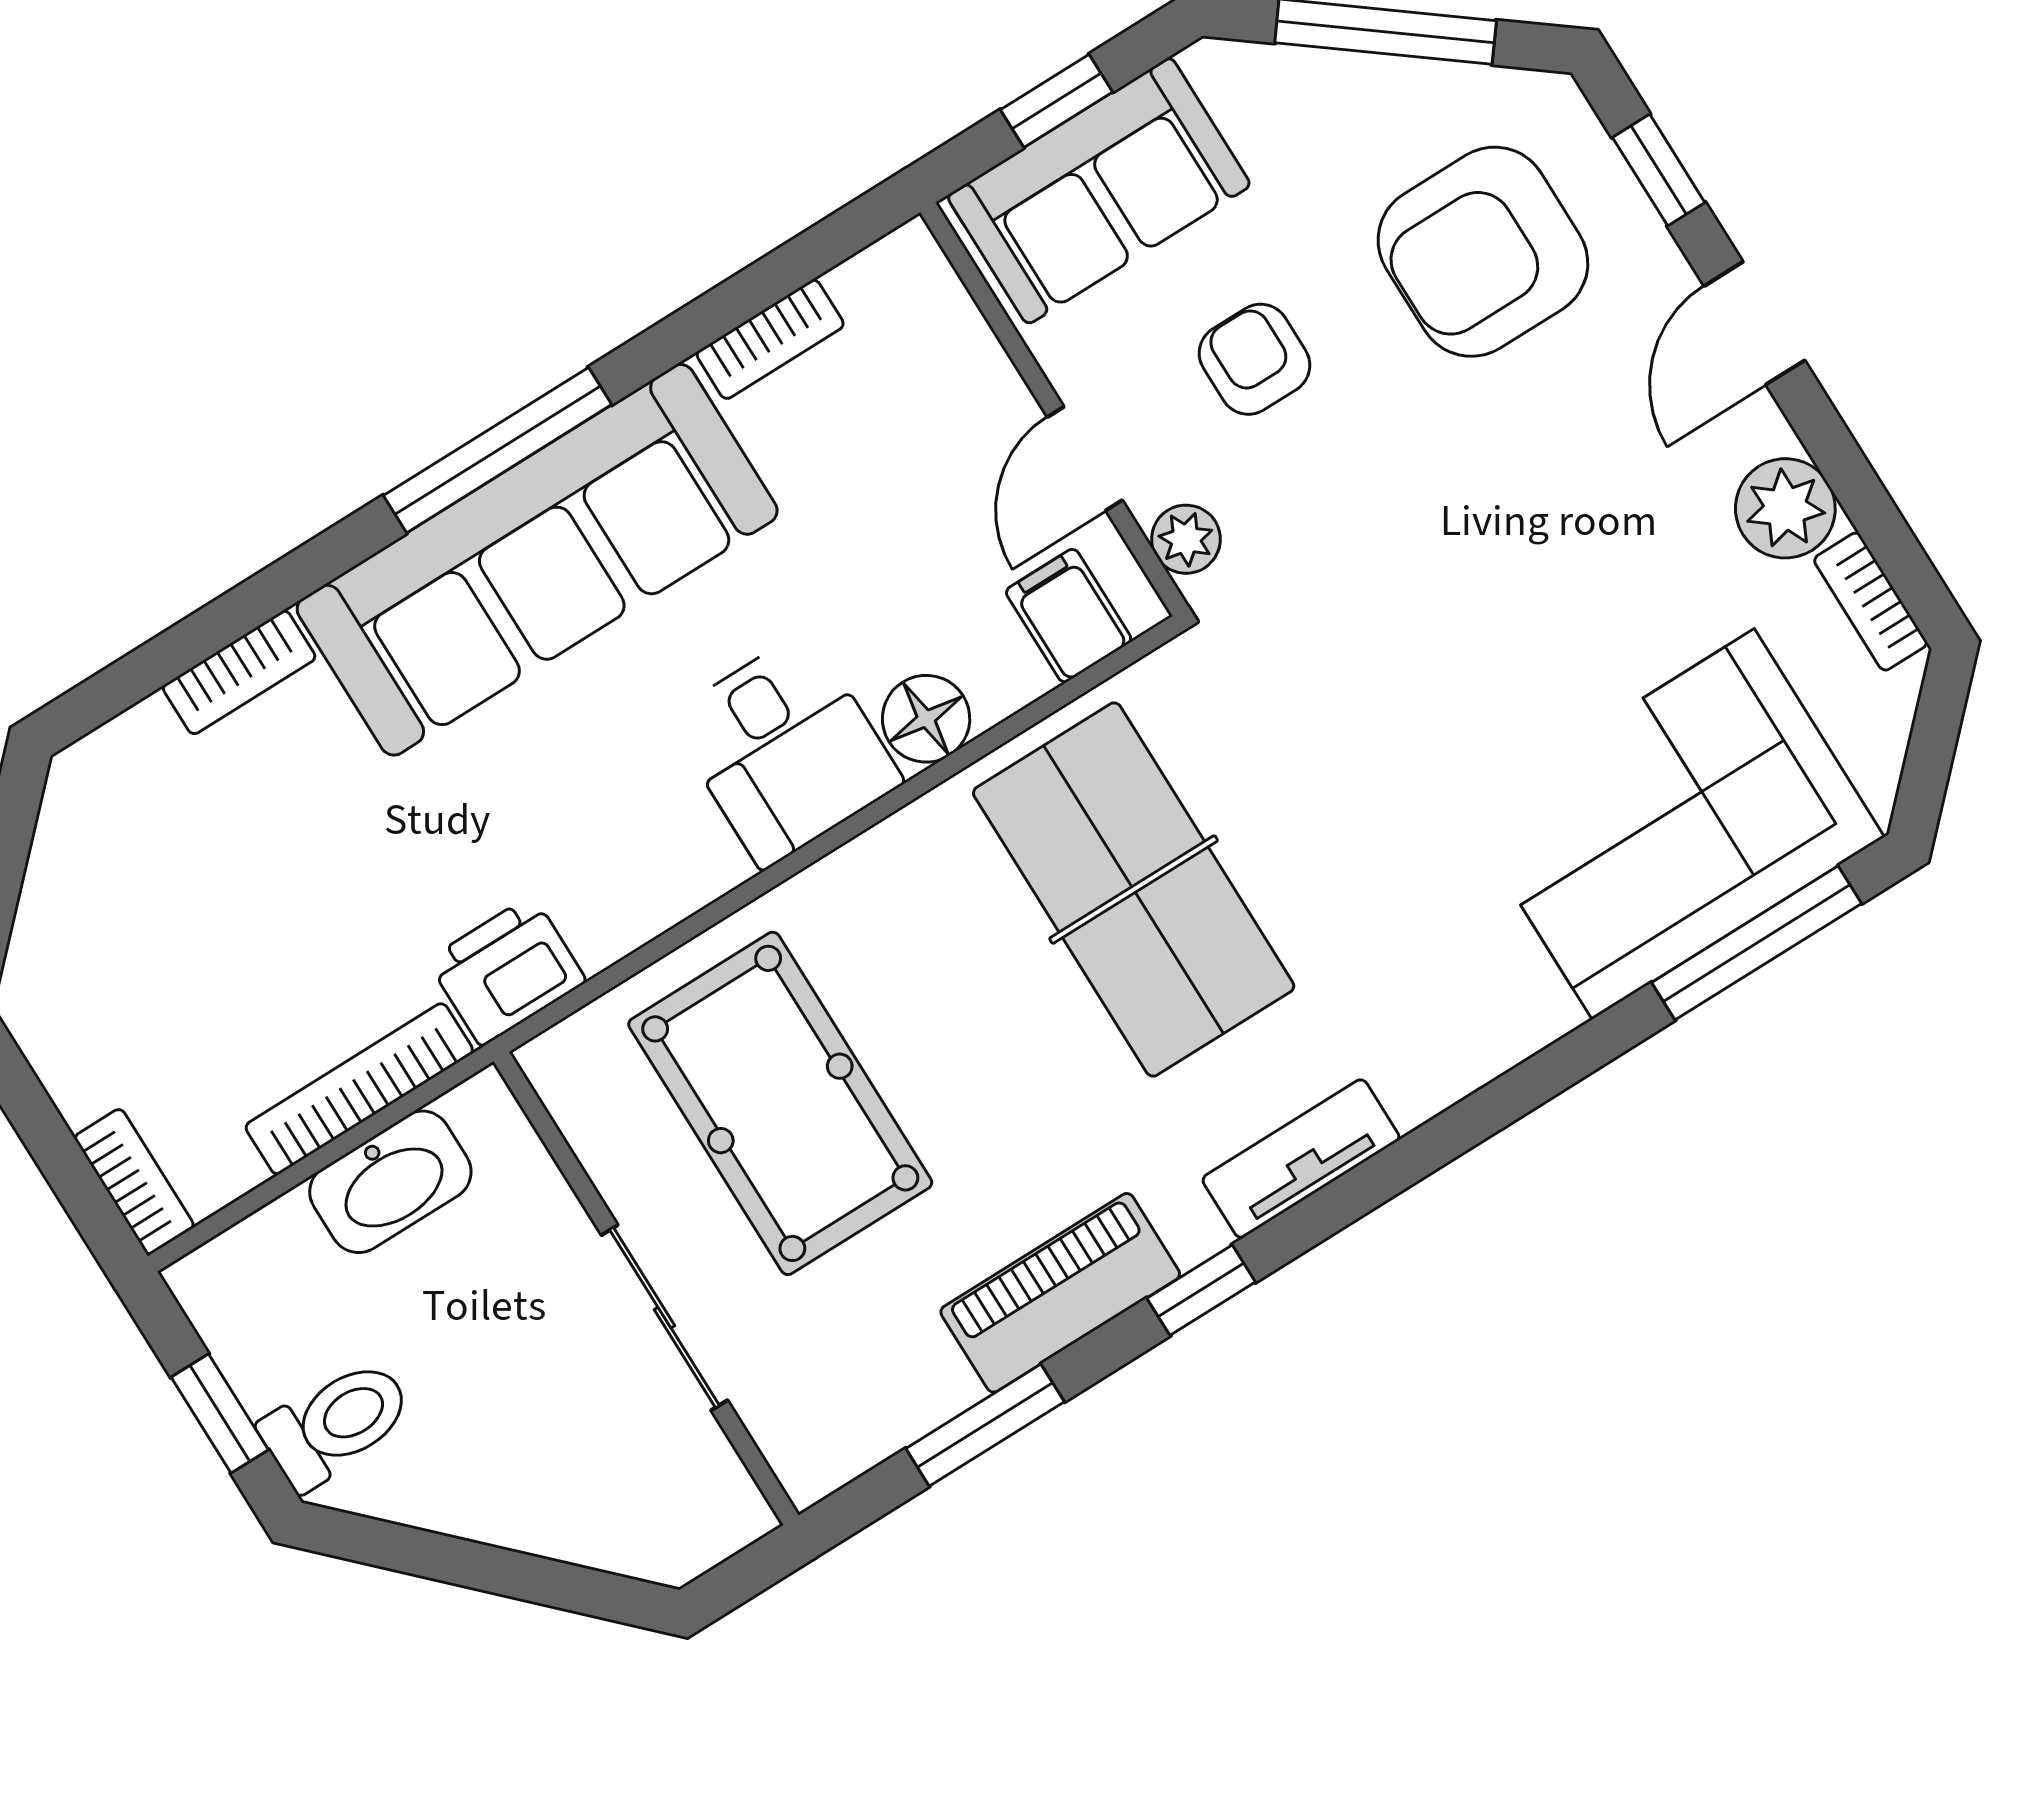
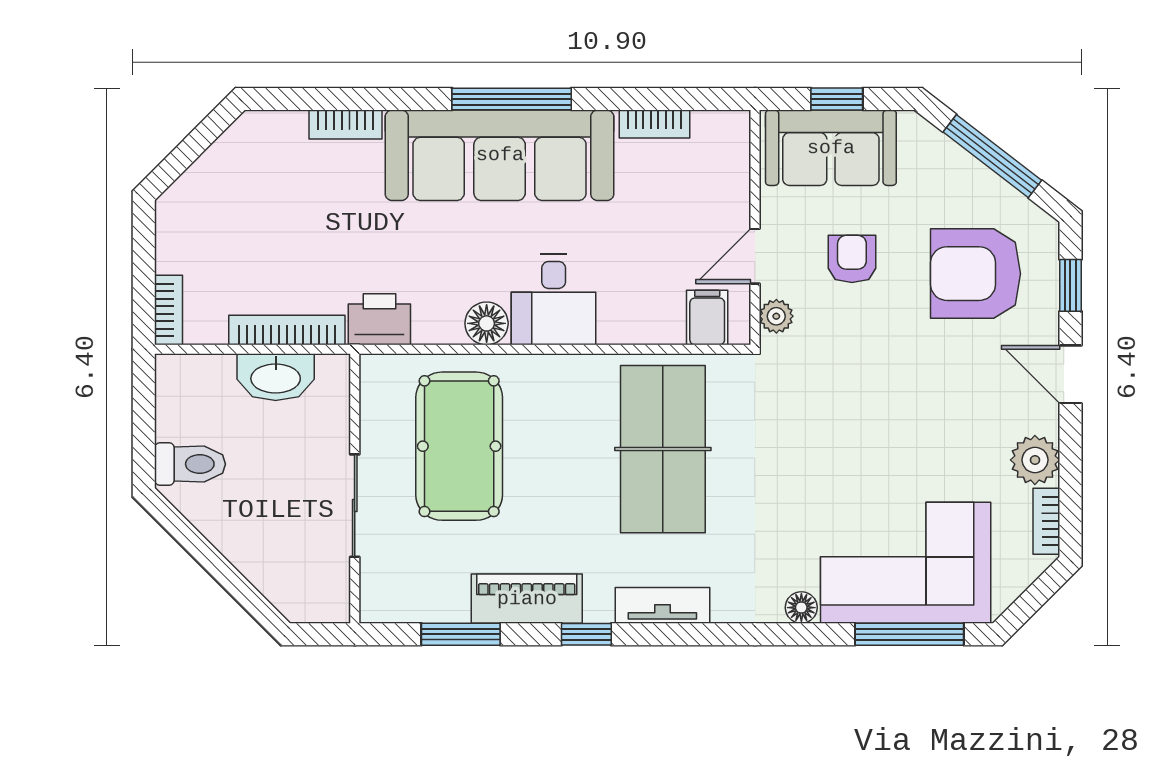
door: (1754, 323) -> (1070, 374), hinge flipped
floor lamp: (926, 719) -> (487, 323), moved
floor lamp: (1542, 1013) -> (801, 608), added
window: (220, 1413) -> (144, 429), removed

